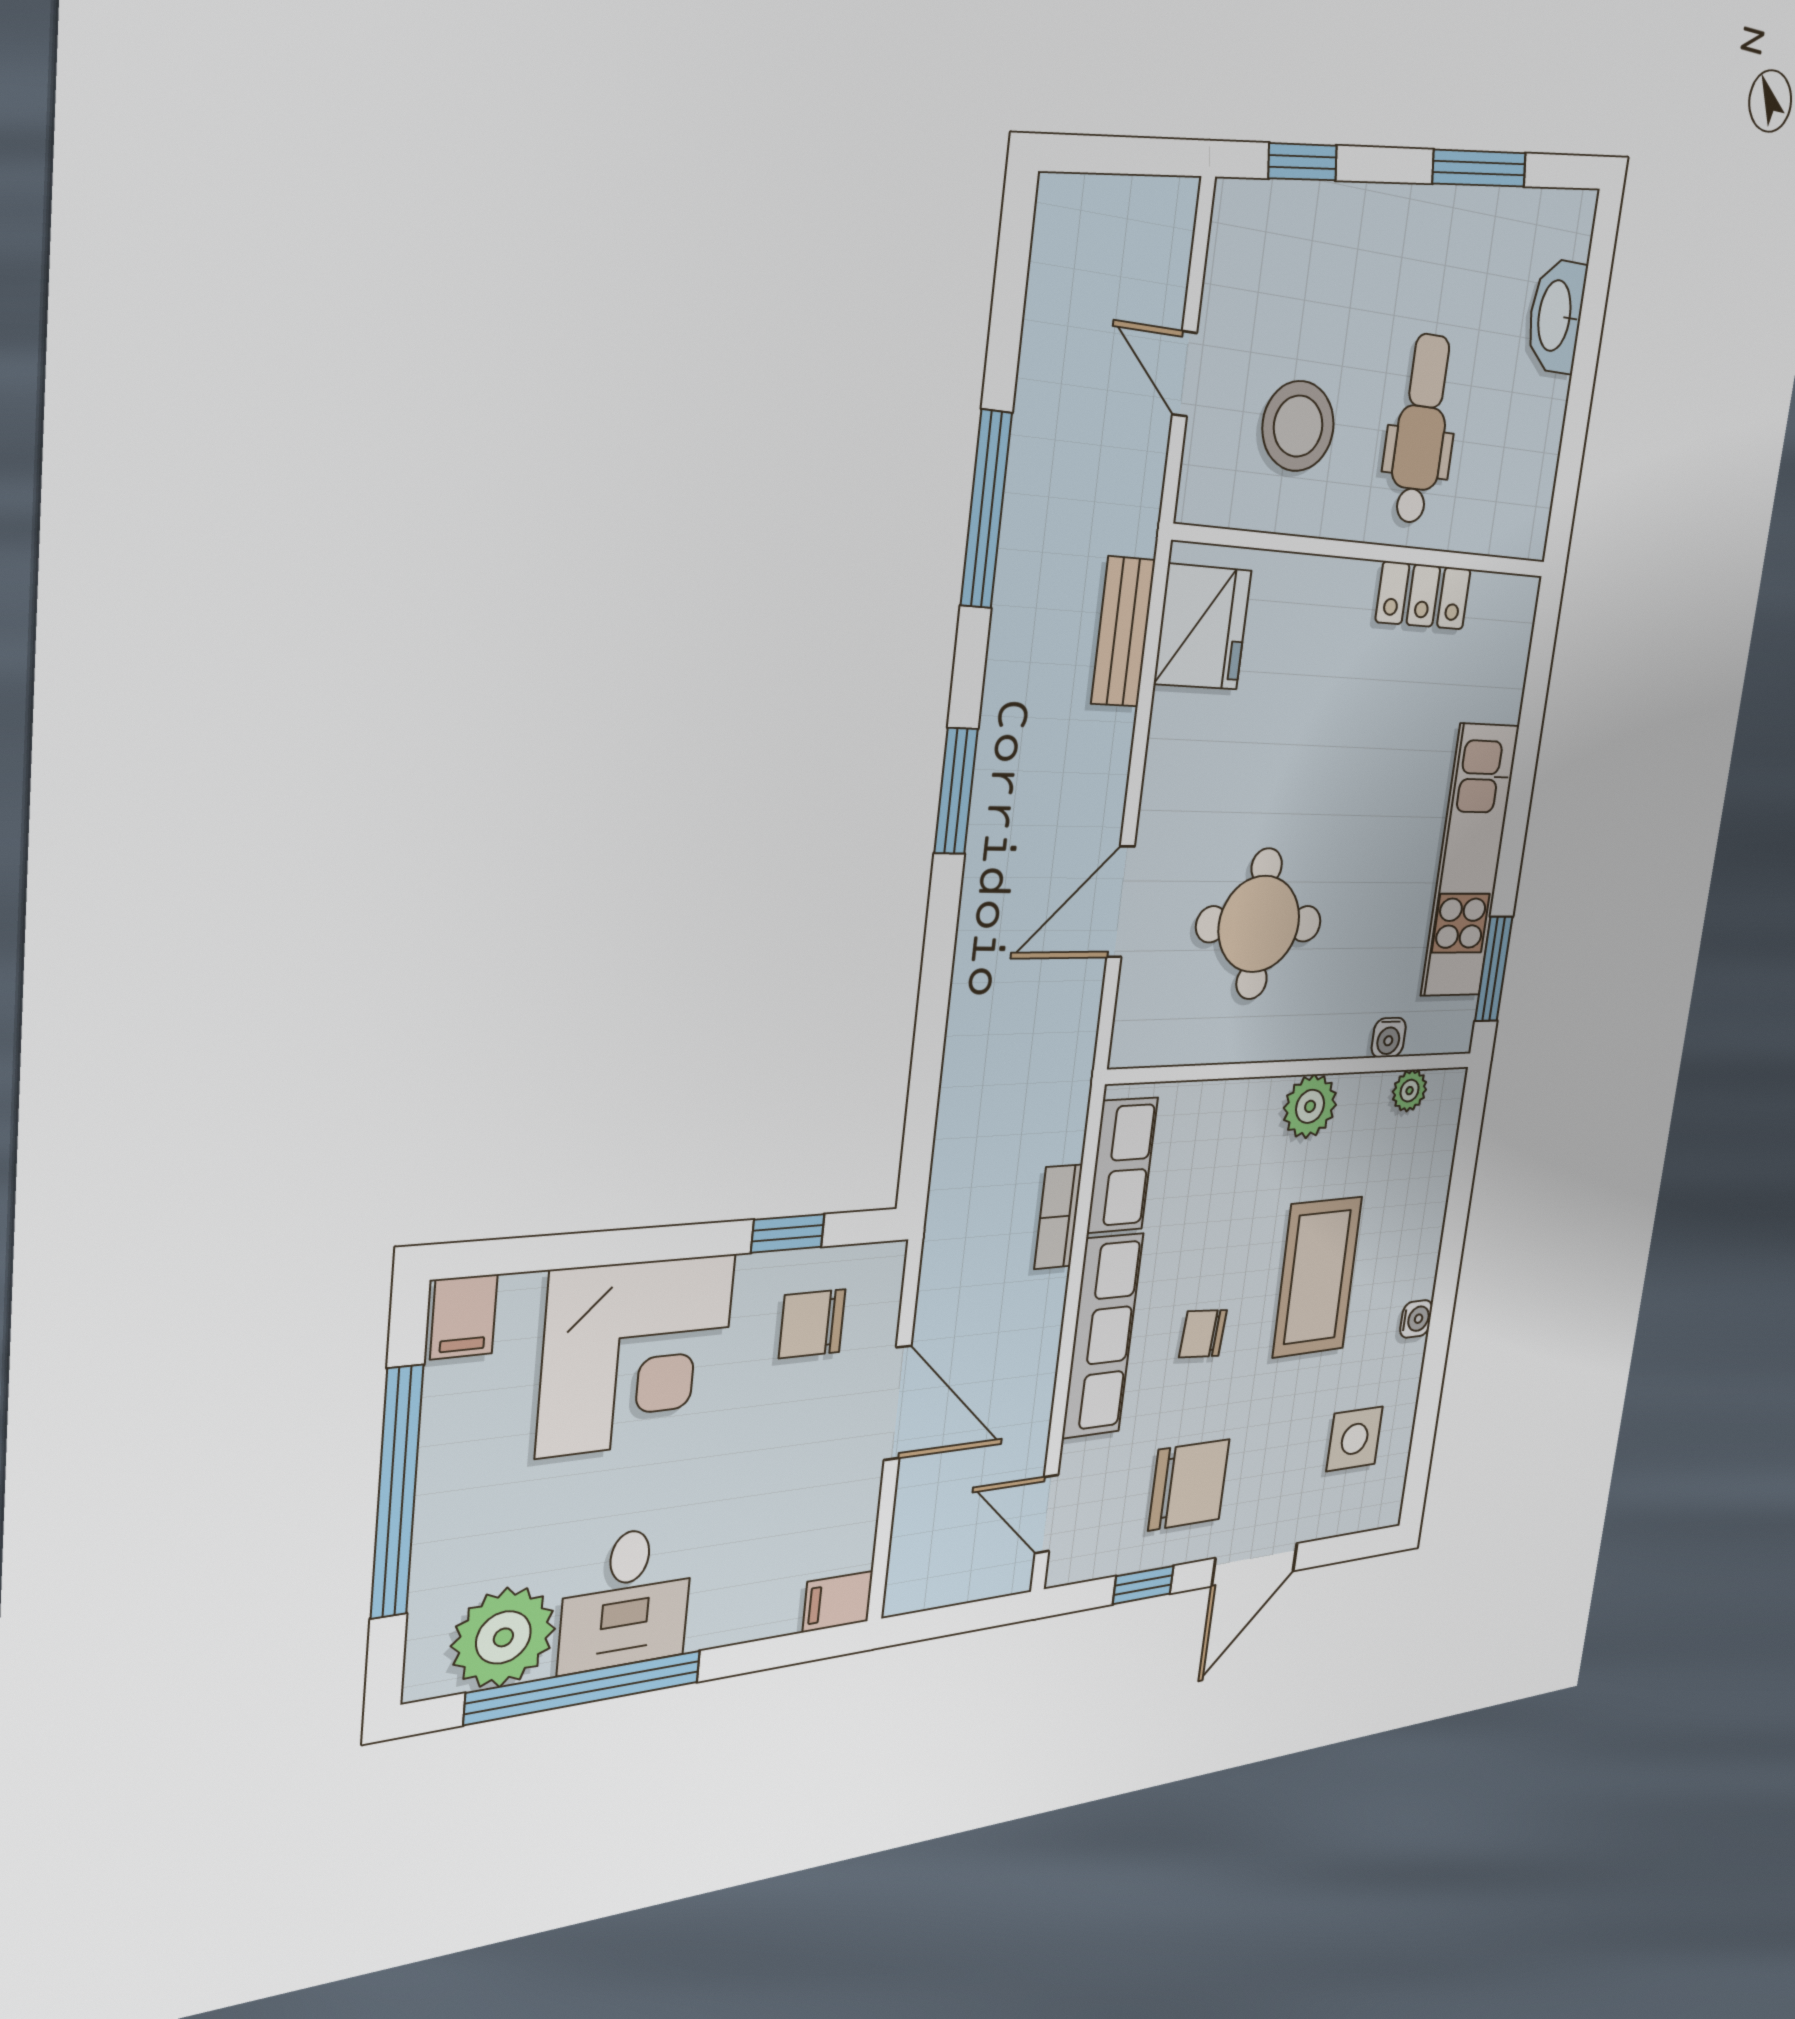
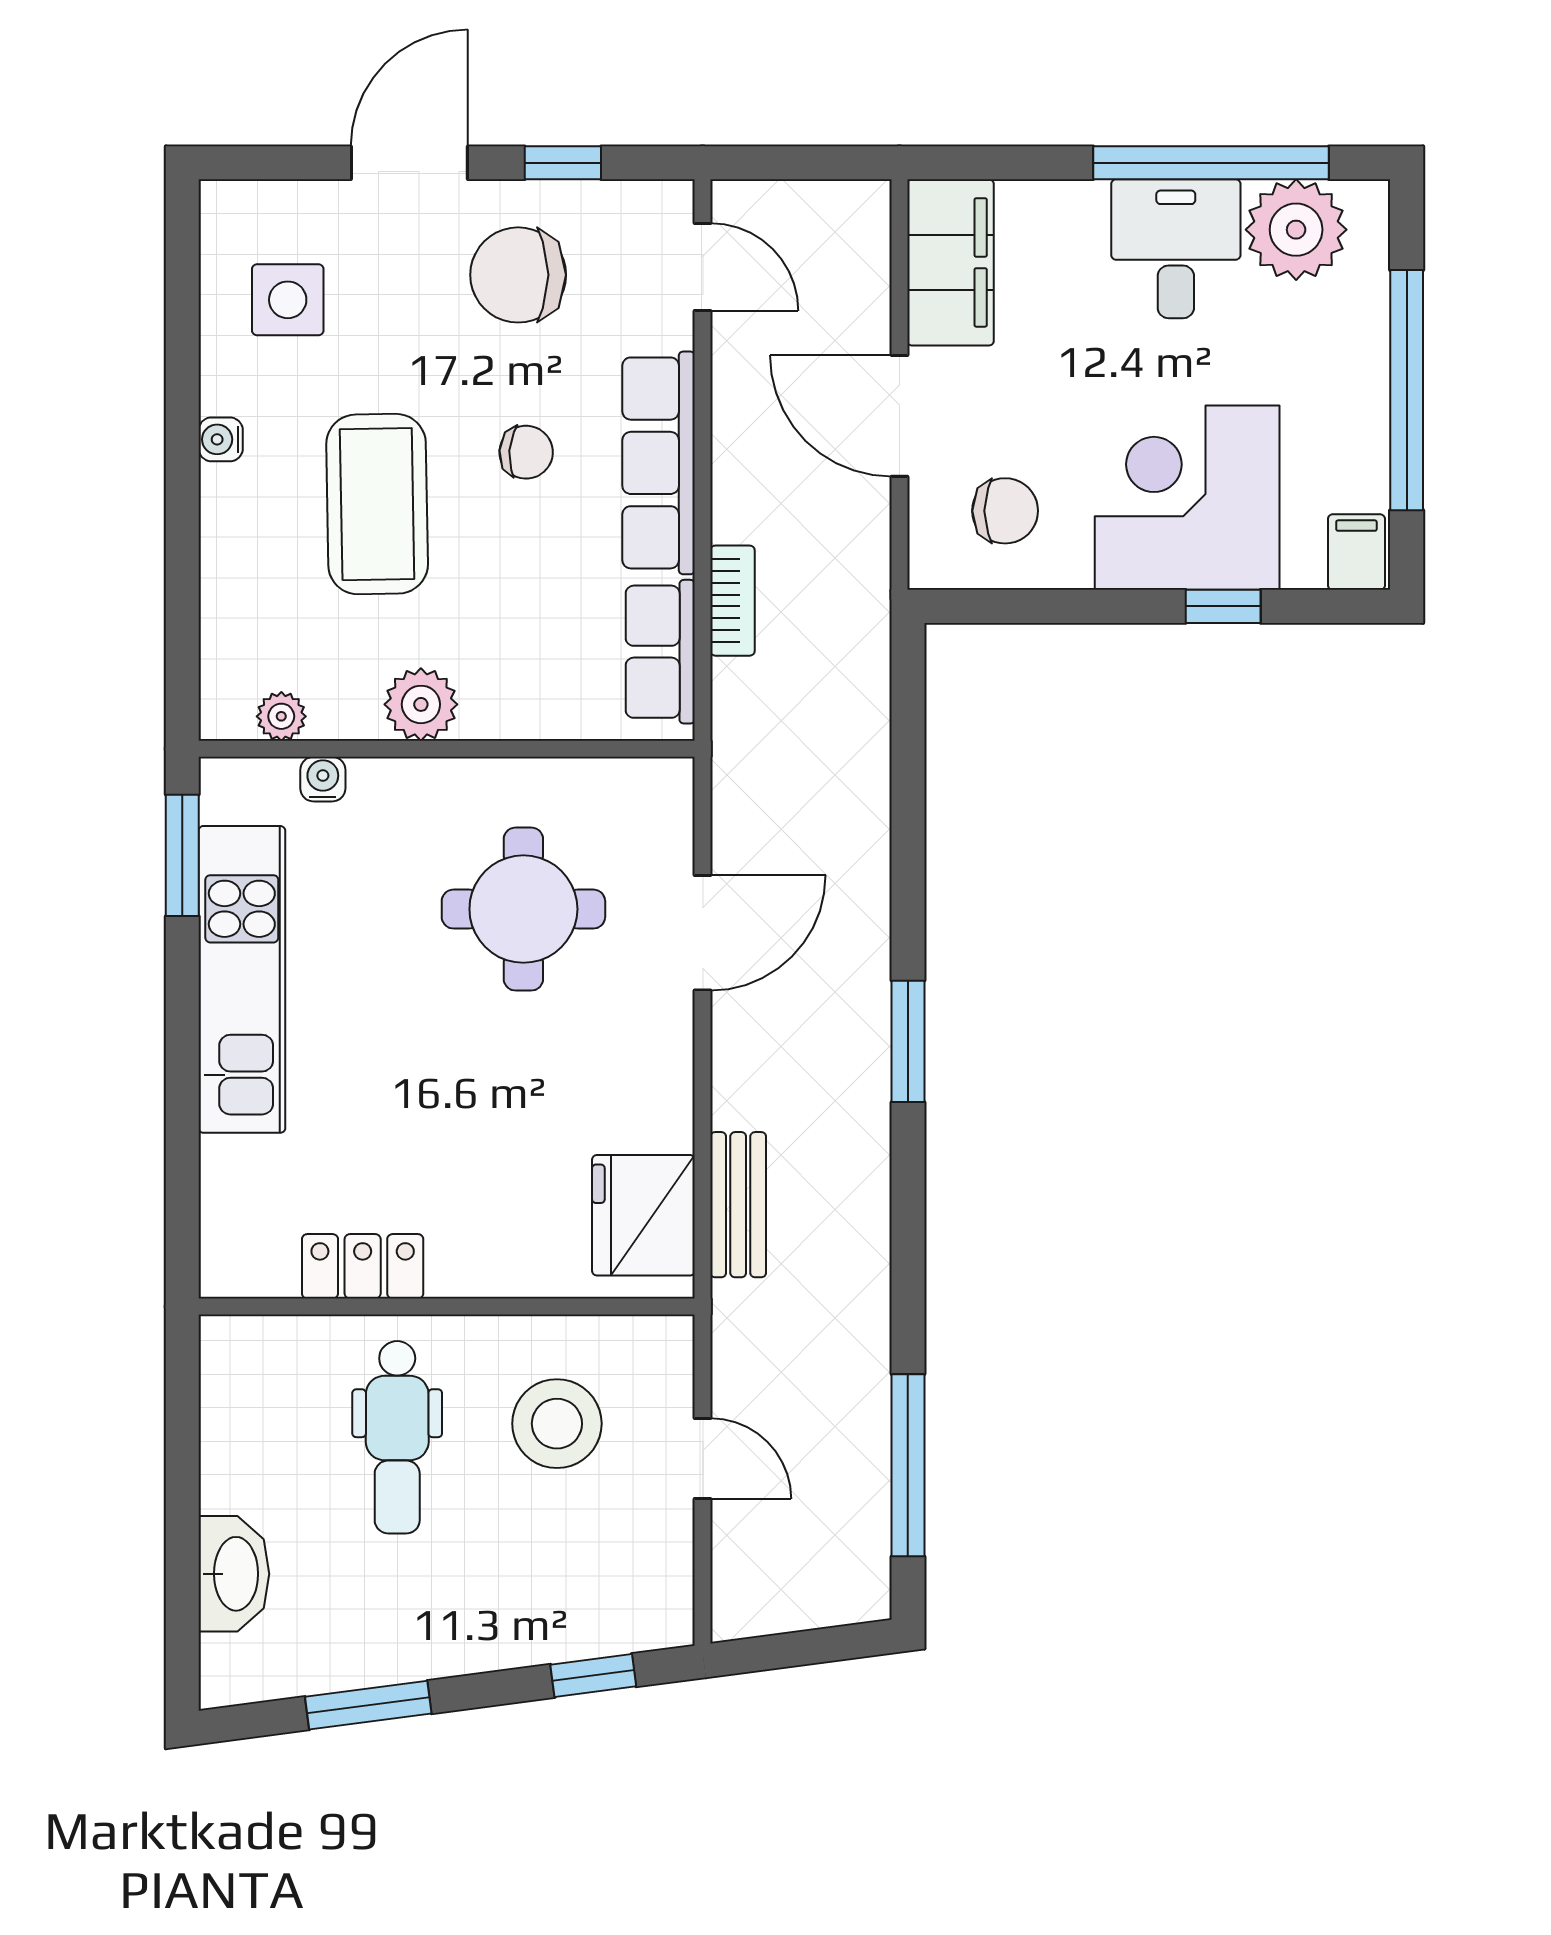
window: (986, 509) -> (908, 1465), moved
window: (788, 1233) -> (1223, 606), moved
filing cabinet: (838, 1602) -> (950, 262), width x3.00, depth x1.17

